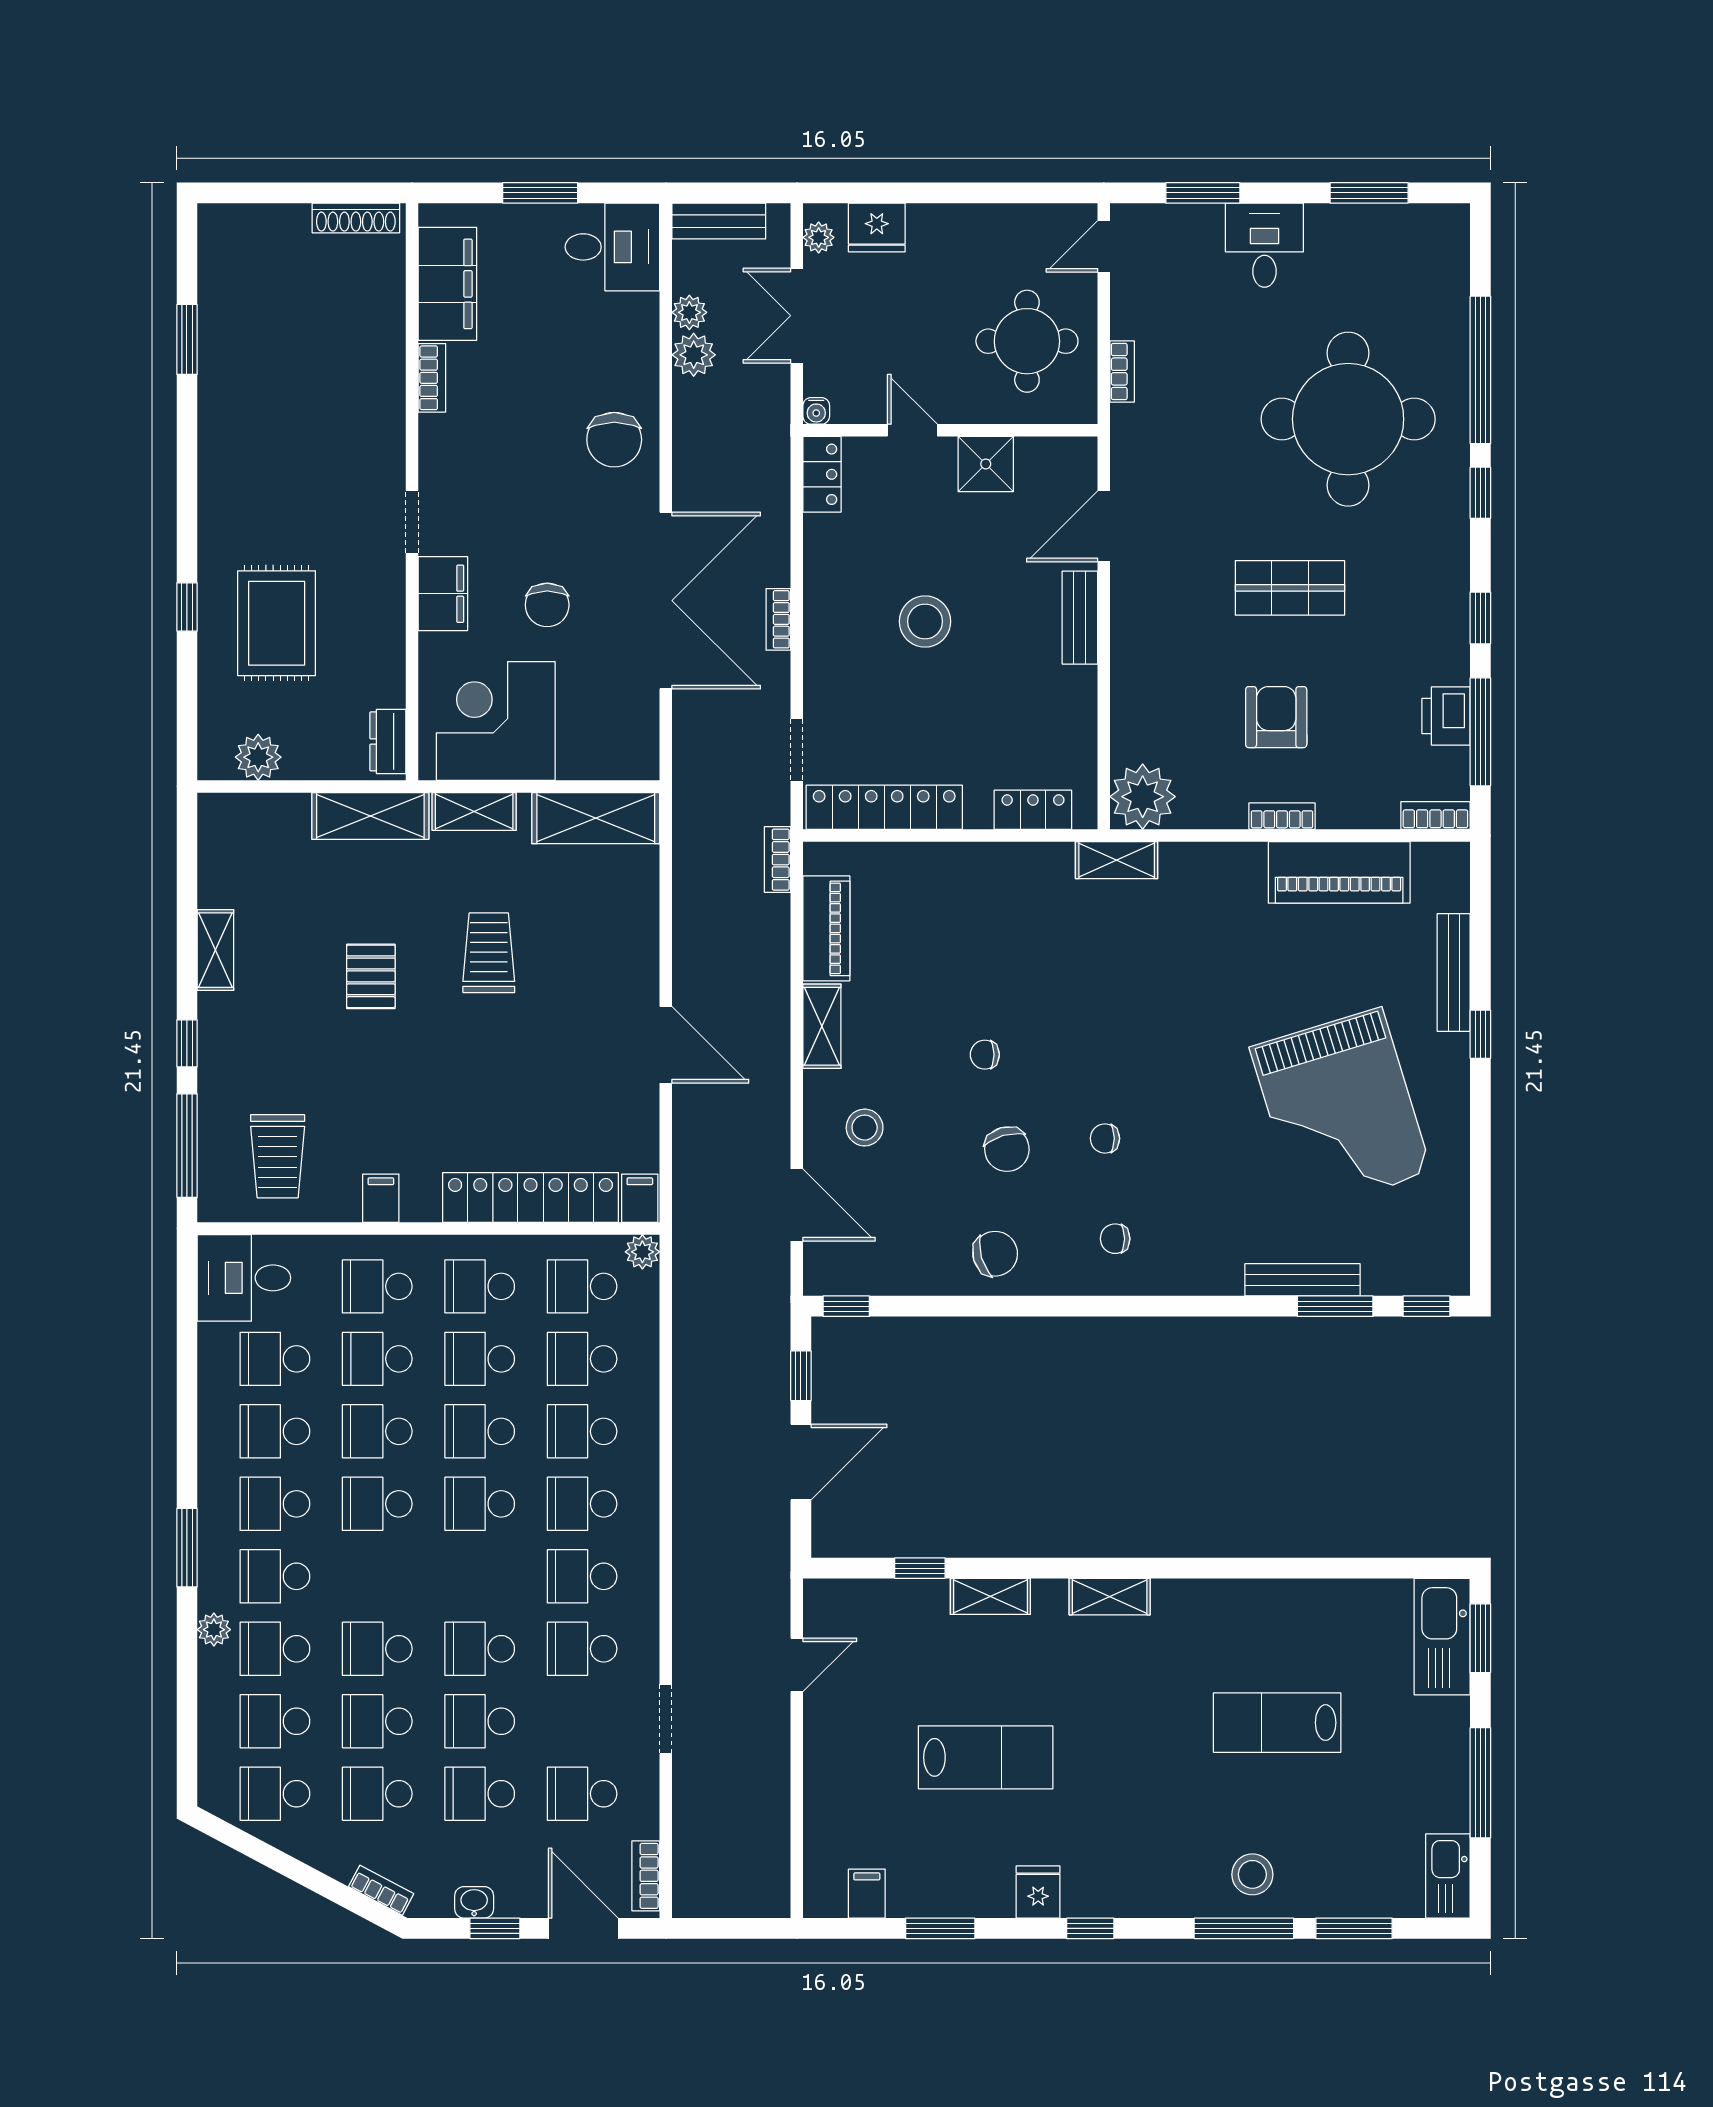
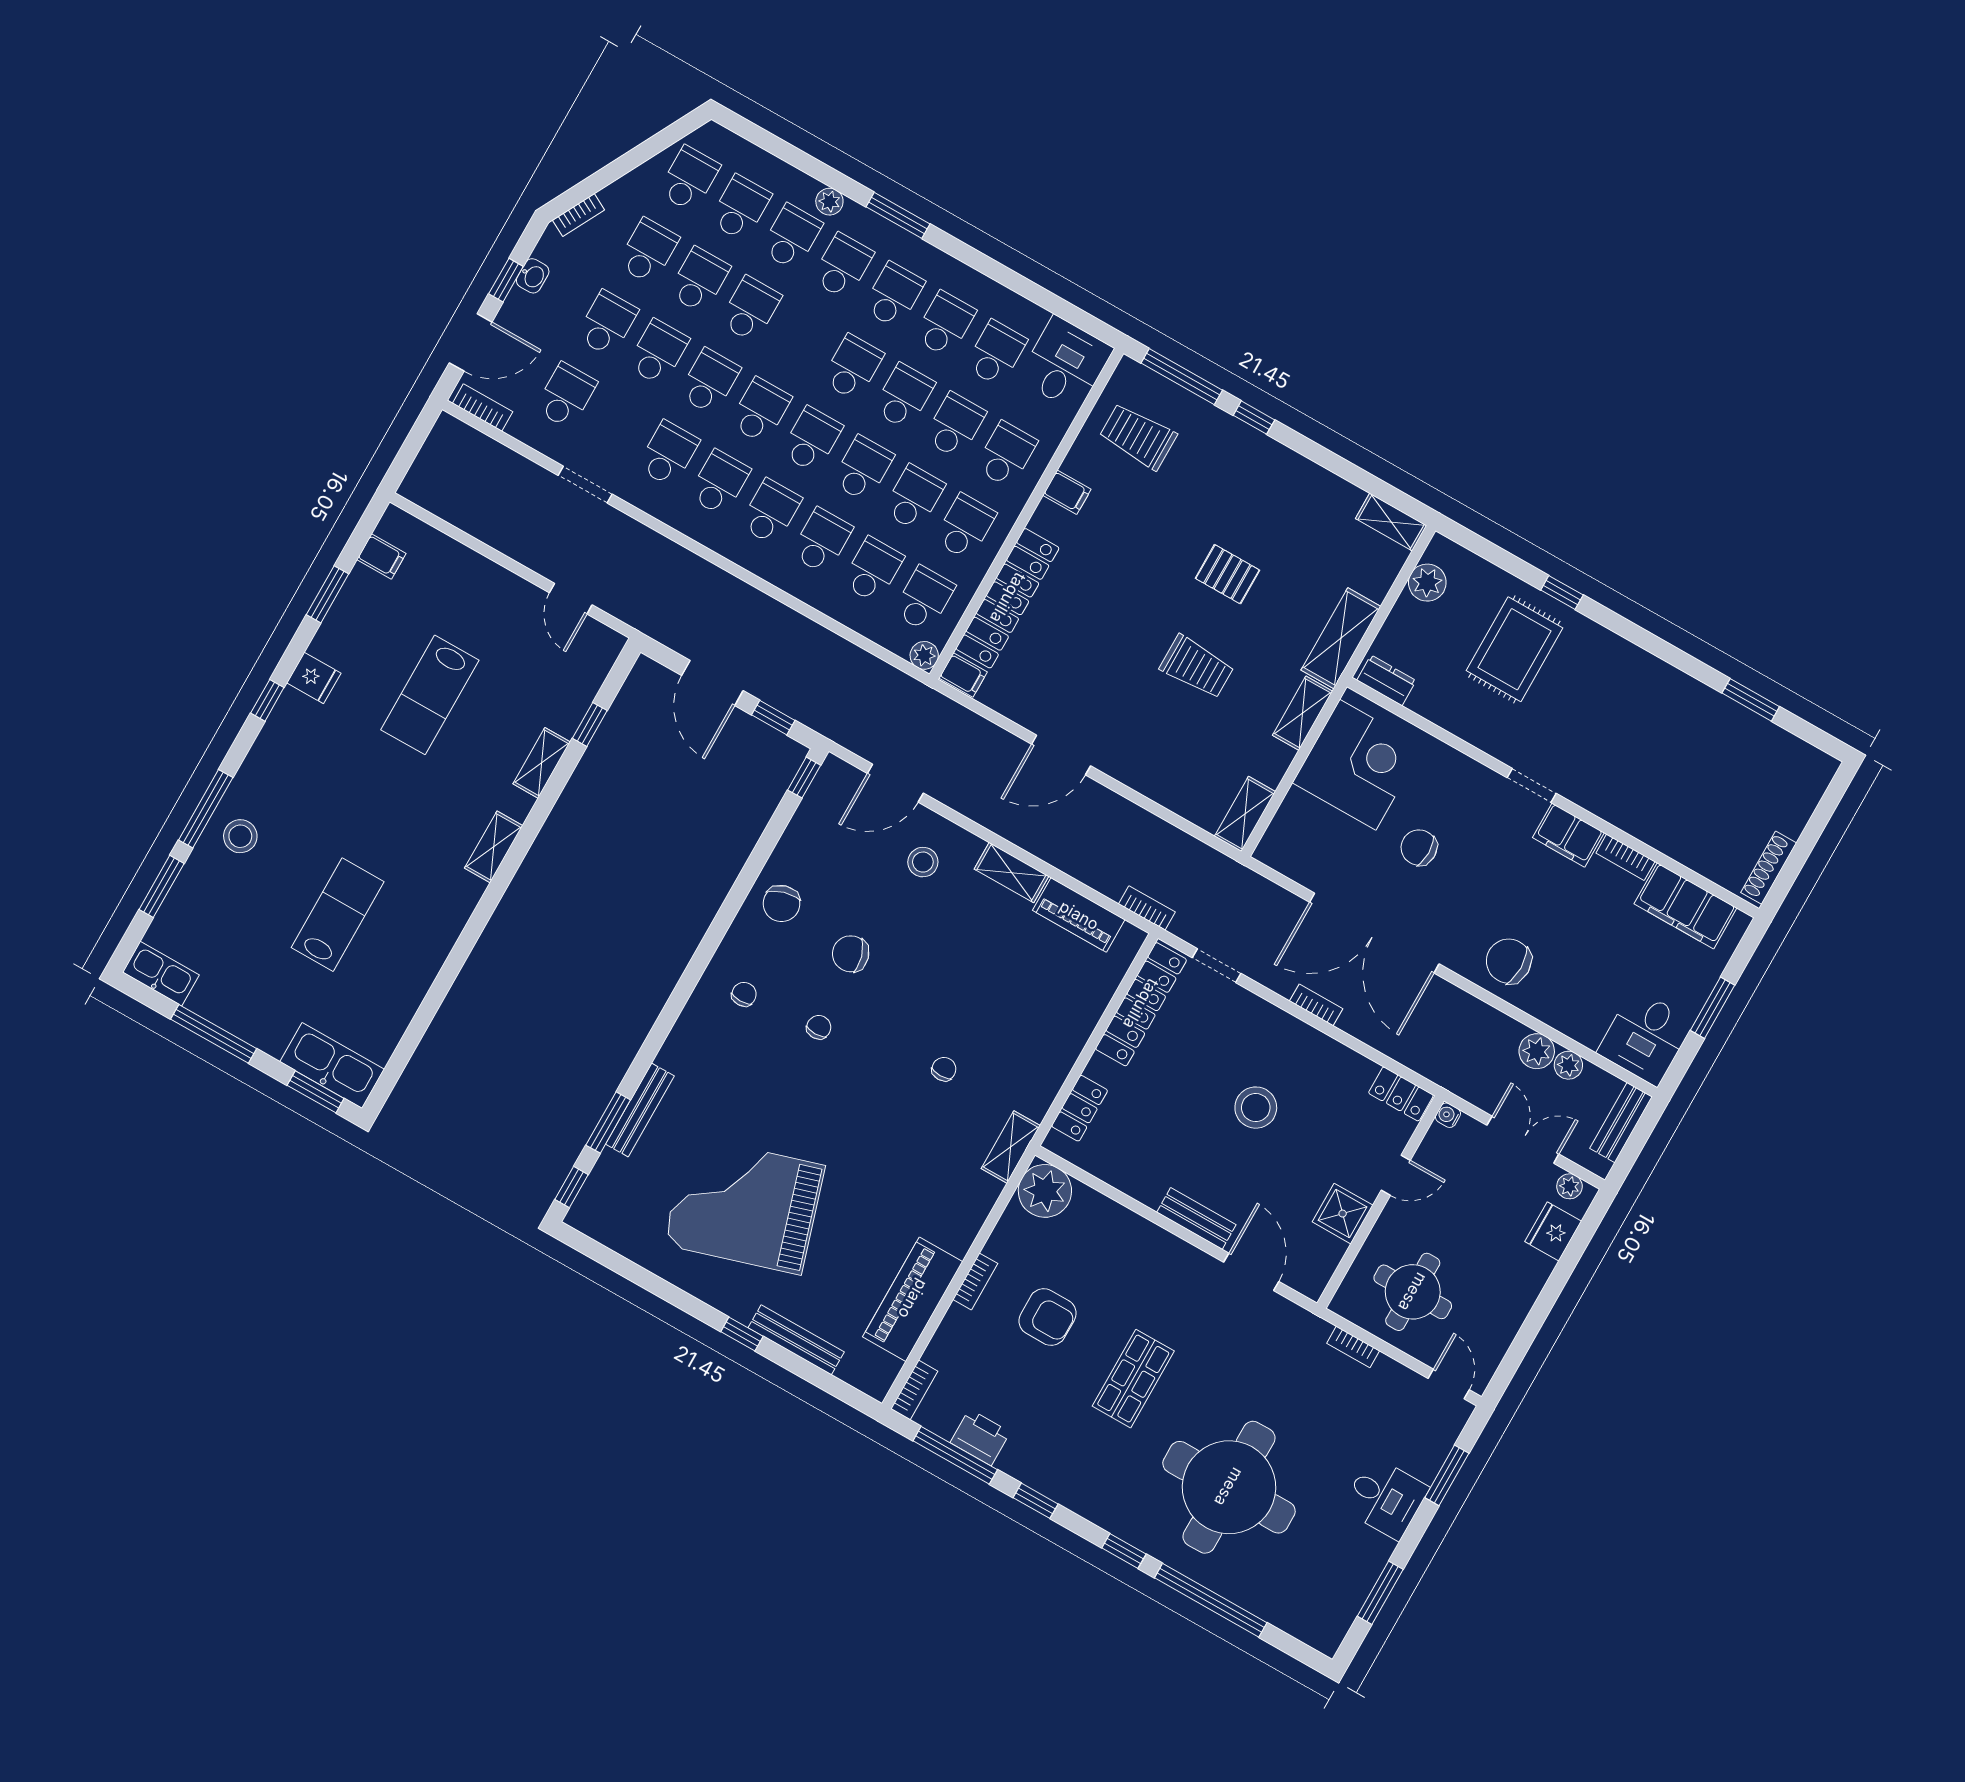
filing cabinet: (443, 594) -> (1568, 835), moved
rug: (277, 623) -> (1515, 649), turned 90
shelving: (596, 818) -> (1245, 814), width x0.67, depth x0.75
shelving: (215, 950) -> (1391, 522), moved
chair: (985, 1055) -> (944, 1069), moved
school desk: (480, 1576) -> (760, 410), added

